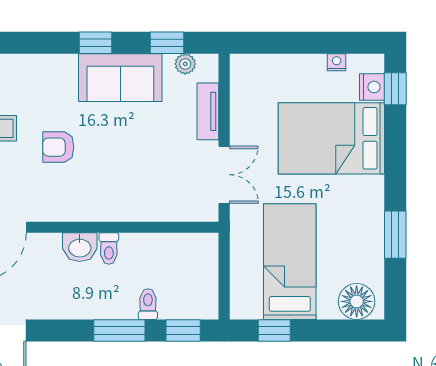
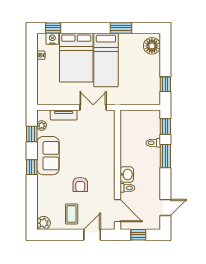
toilet: (109, 249) -> (127, 188), moved
bed: (290, 262) -> (106, 60), moved, turned -90

